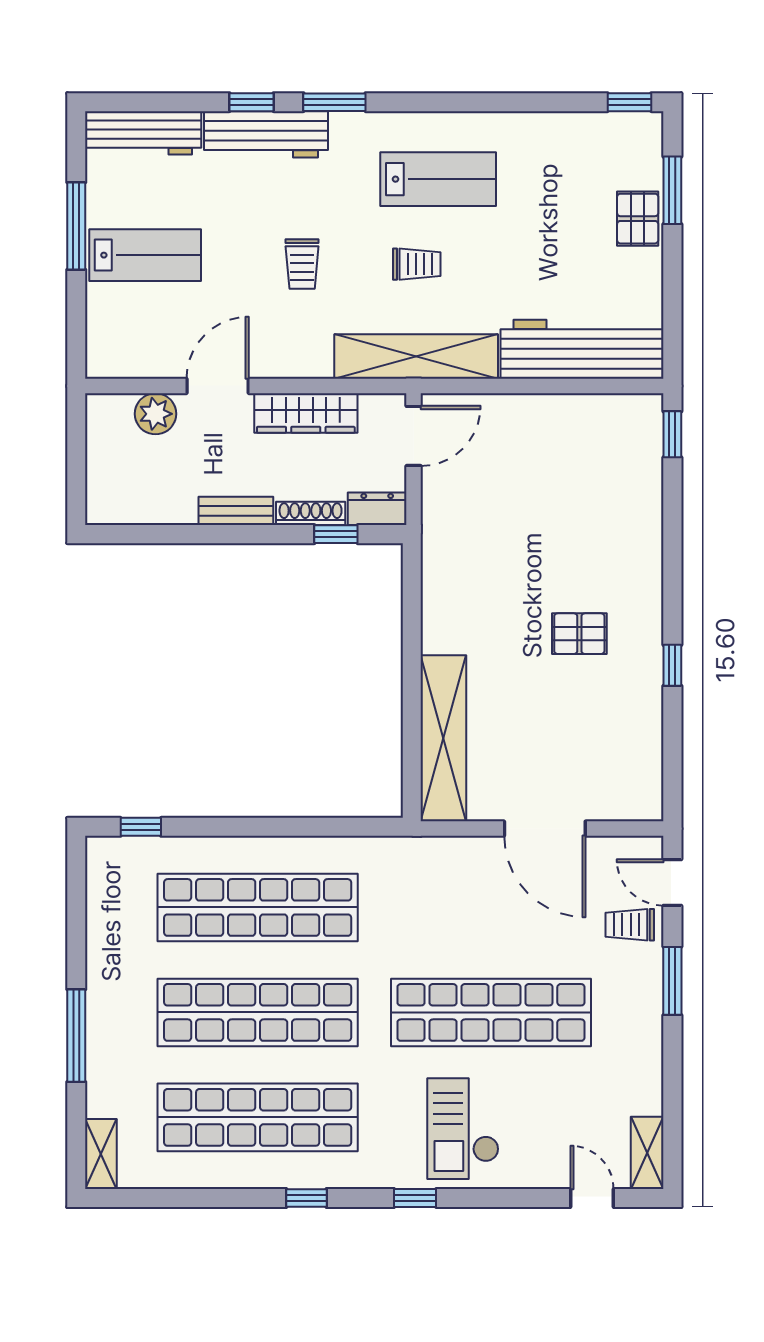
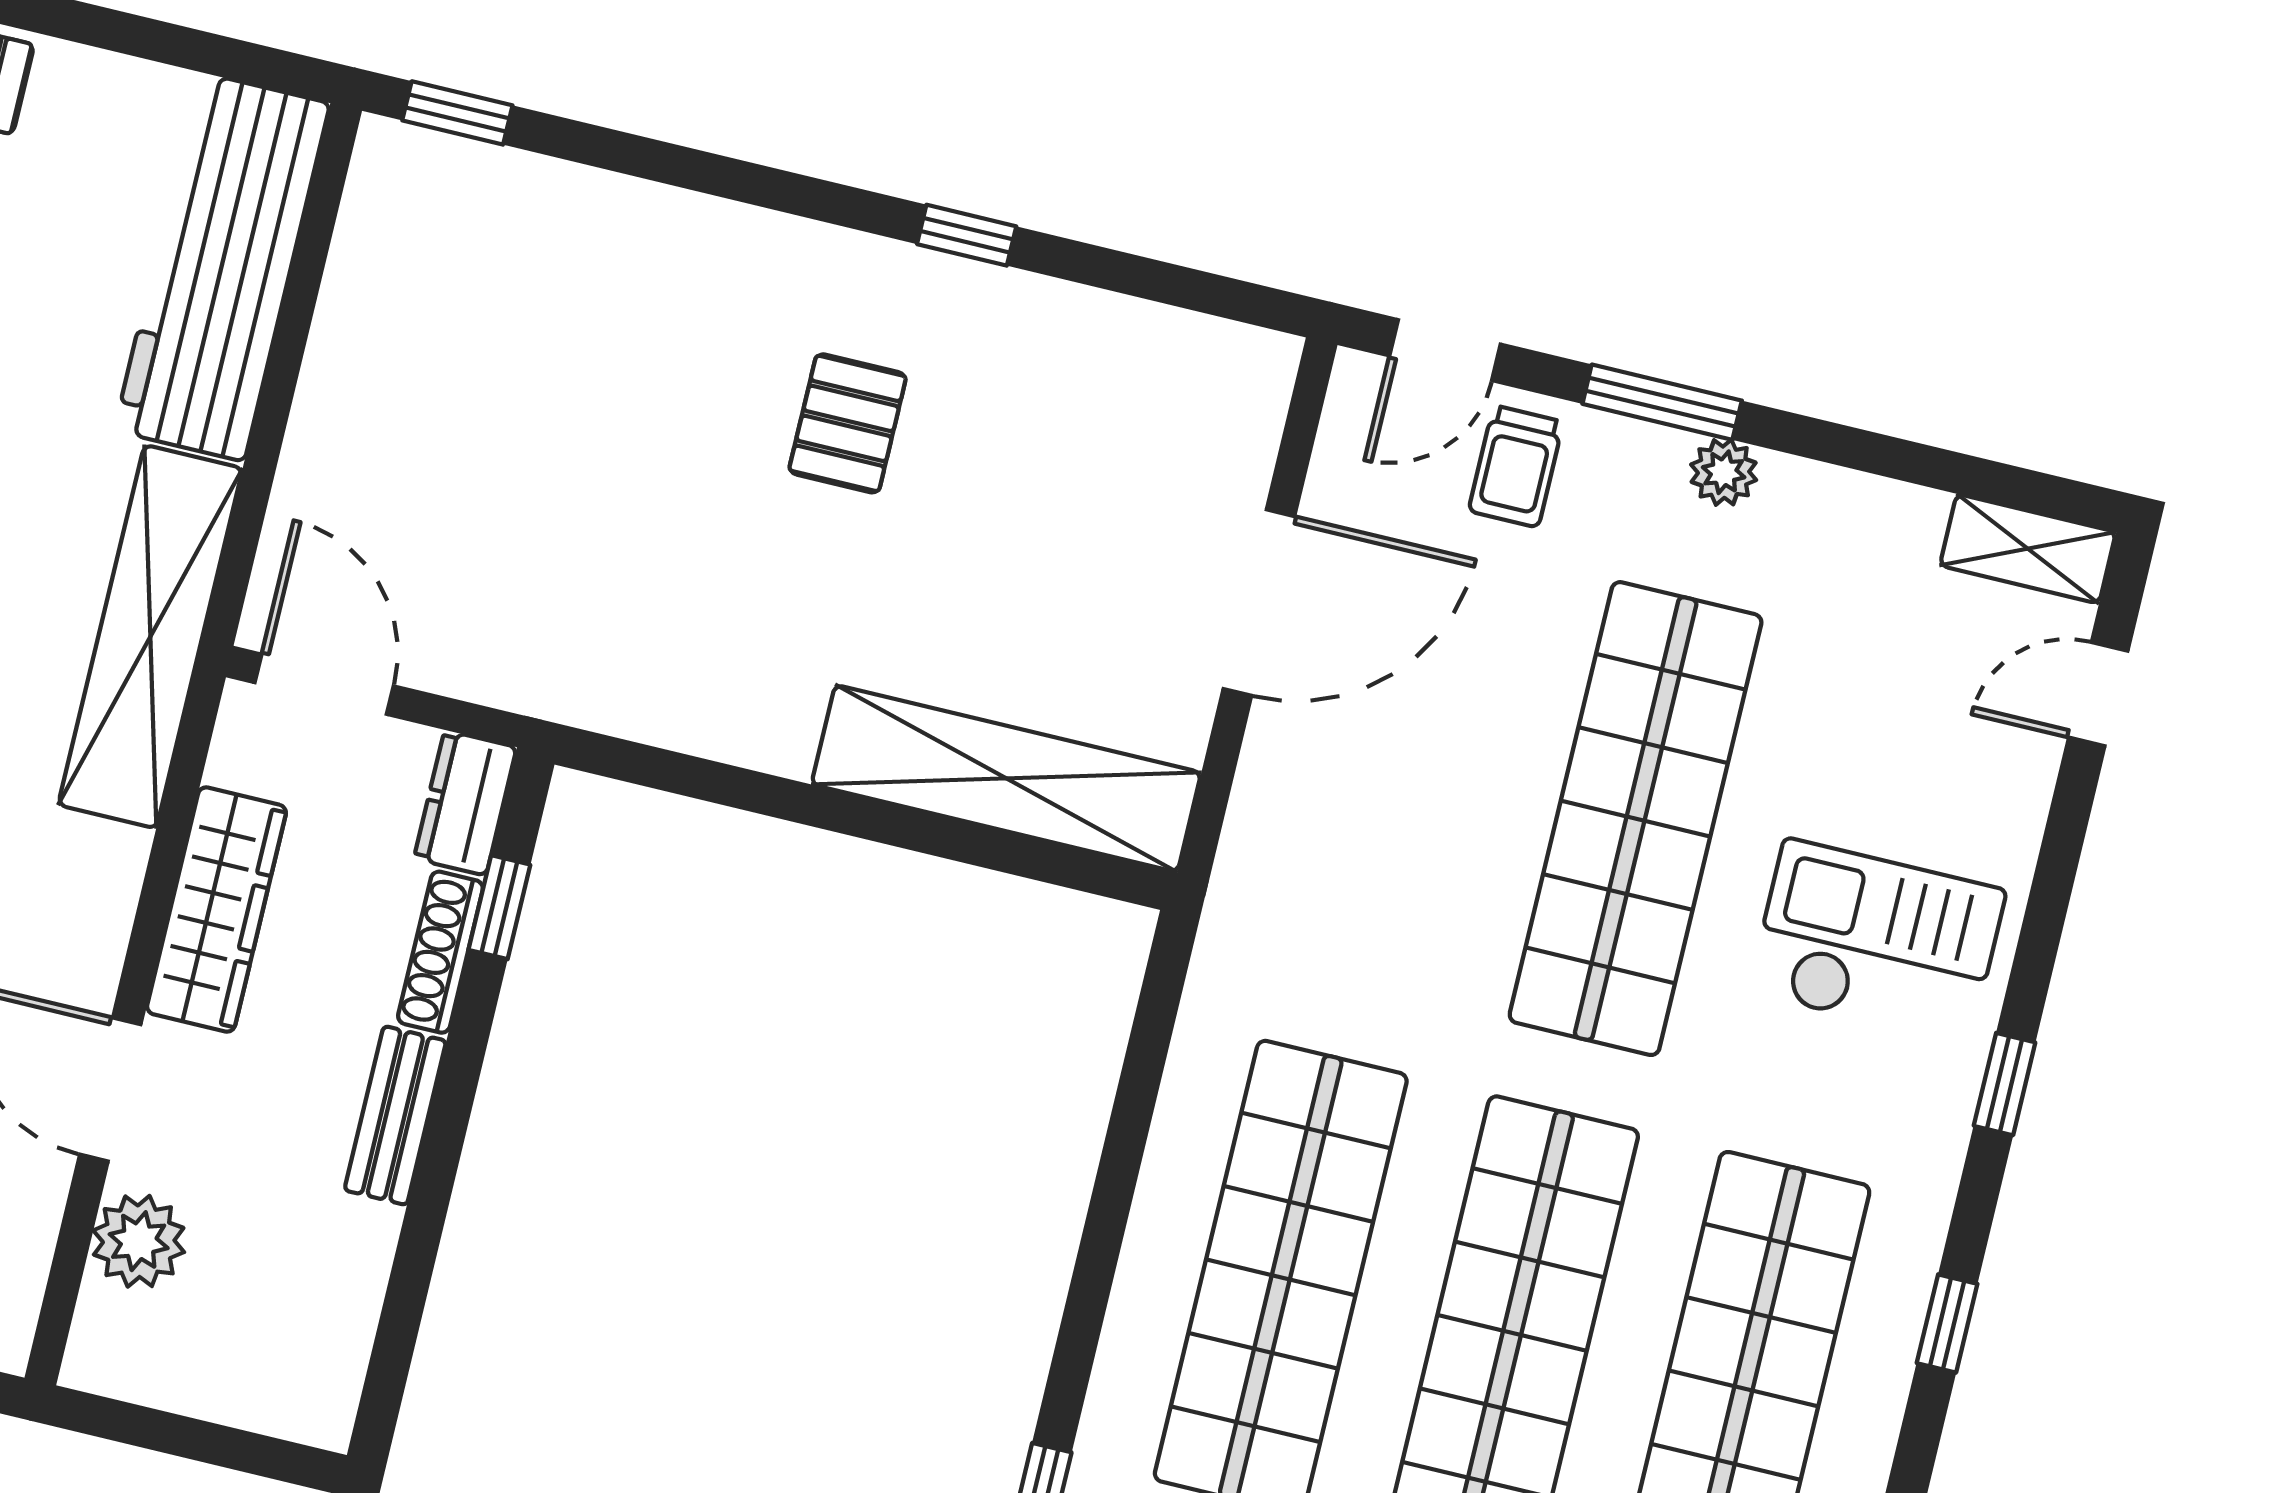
plant: (649, 1015) -> (1724, 472), added
checkout: (463, 1129) -> (1877, 942), turned 180

